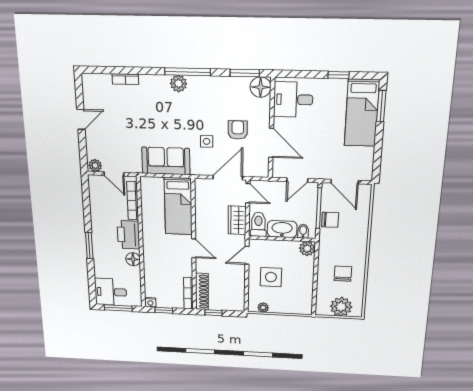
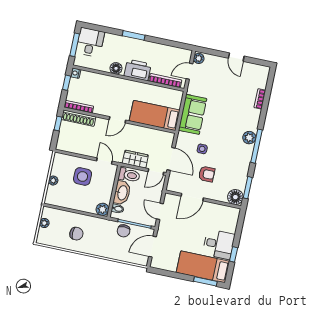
desk: (293, 100) -> (219, 244), moved, turned 90
plant: (341, 307) -> (44, 223), width x0.53, depth x0.53
plant: (263, 308) -> (53, 181), moved

